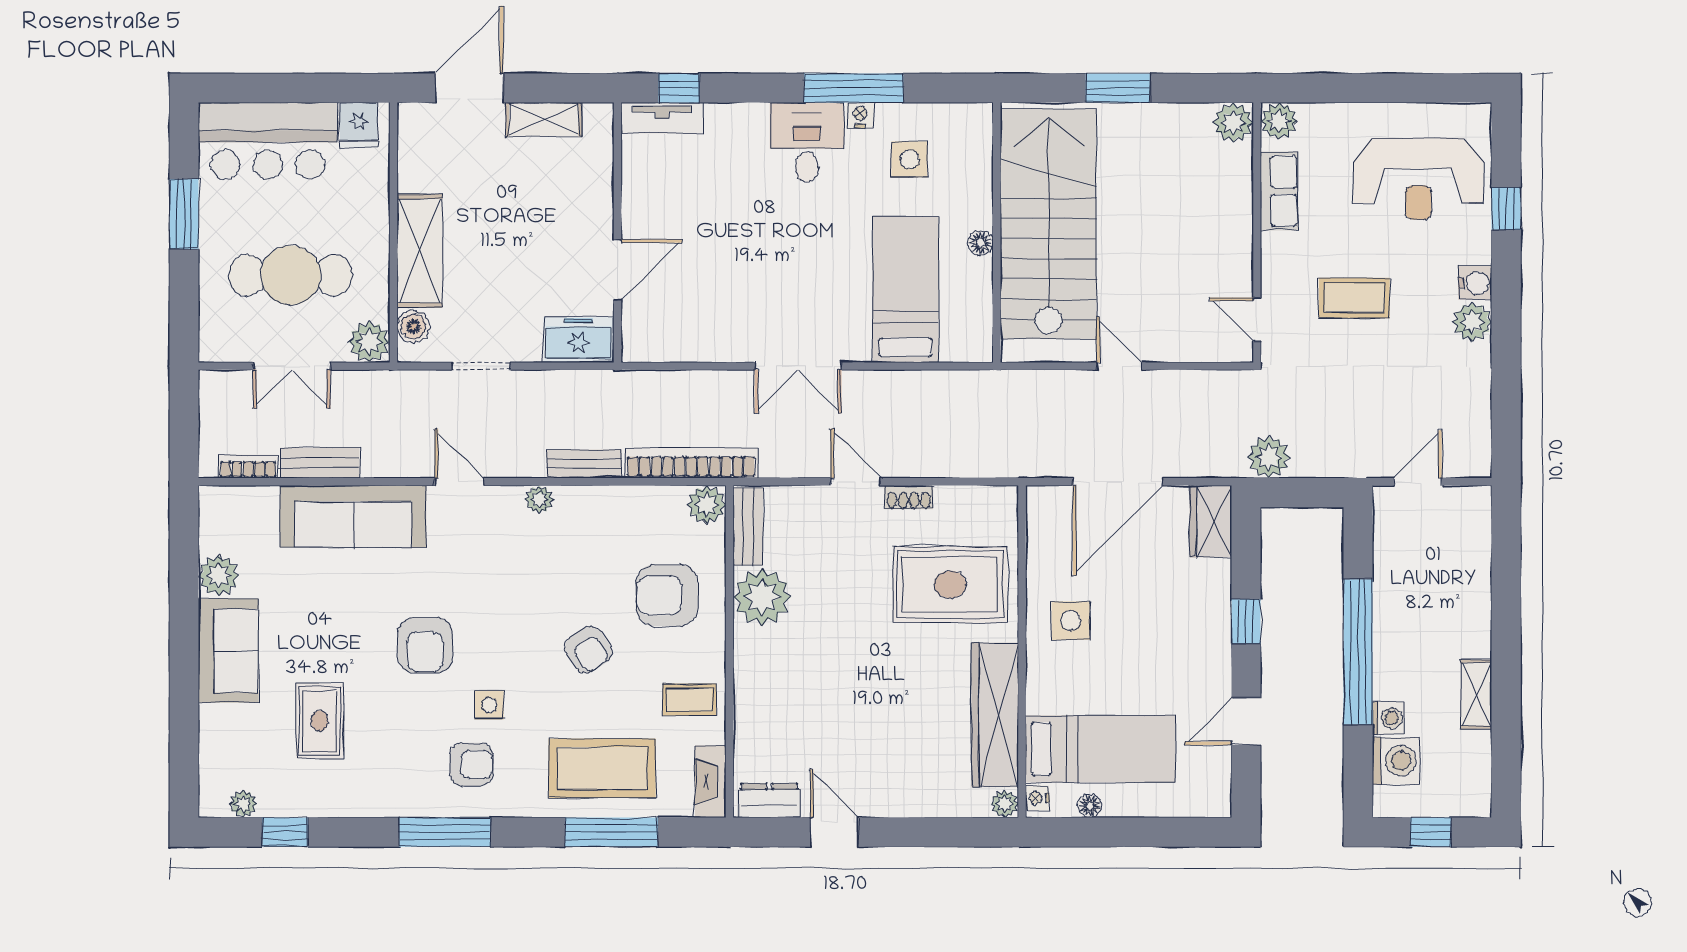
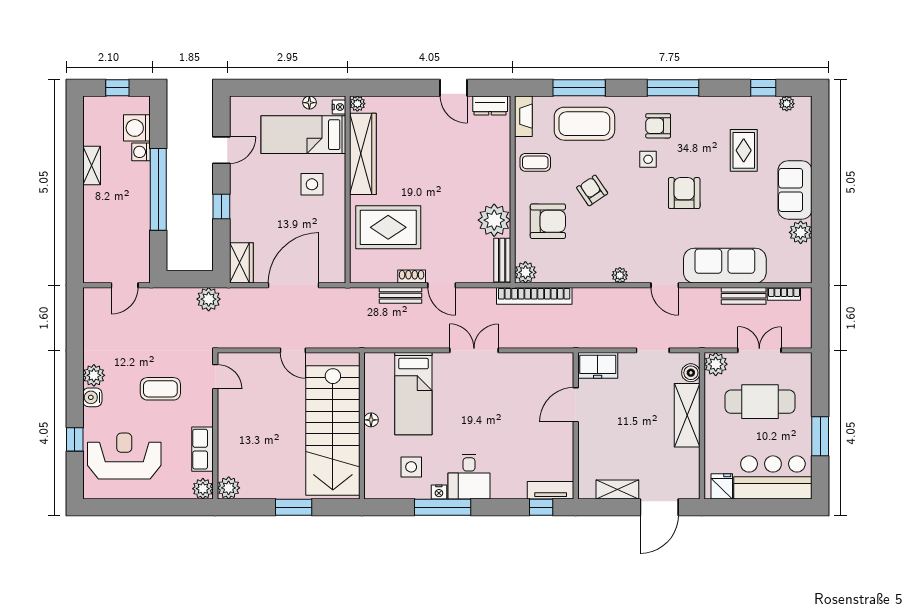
bench: (584, 464) -> (401, 295), moved
side table: (1071, 621) -> (312, 184), moved

